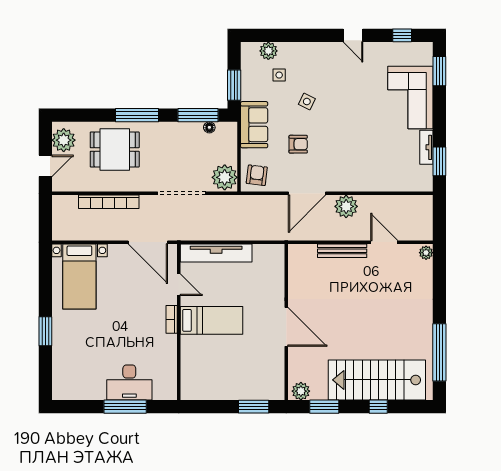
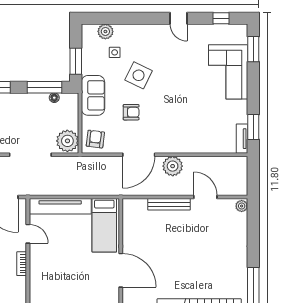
side table: (307, 102) -> (139, 75), width x1.87, depth x1.87
tv unit: (426, 147) -> (242, 139), moved
bed: (212, 320) -> (104, 225), moved, turned 90

